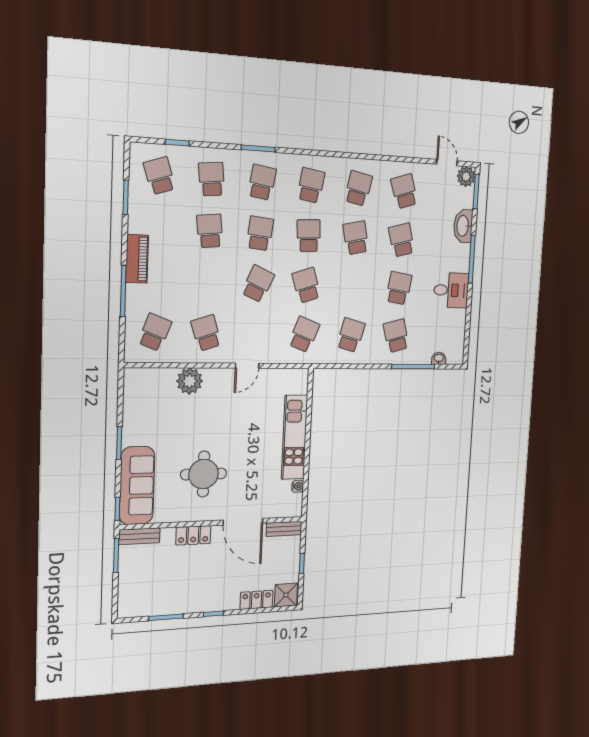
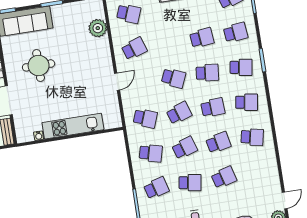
school desk: (404, 191) -> (185, 148), moved
door: (247, 366) -> (117, 82), swing flipped
plant: (190, 381) -> (98, 28), moved

